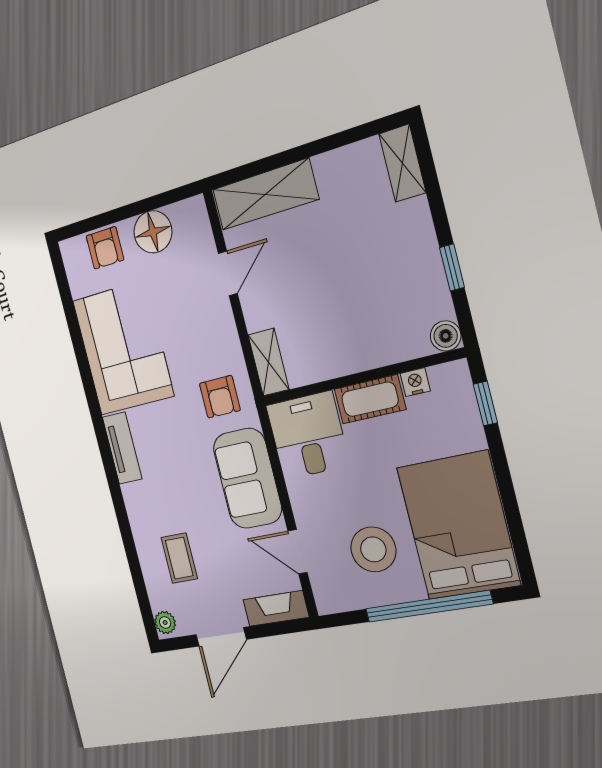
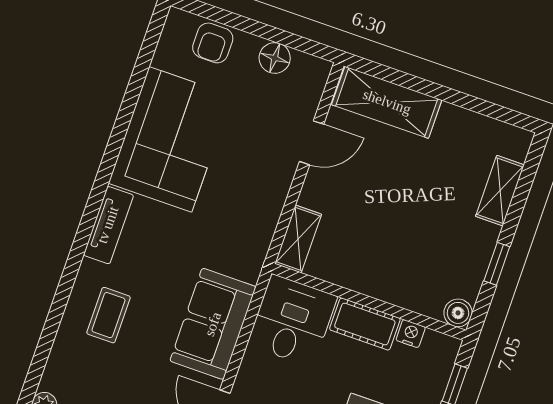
shelving: (402, 163) -> (500, 191), moved
floor lamp: (153, 232) -> (275, 58), width x0.73, depth x0.73
armchair: (220, 397) -> (234, 240), removed
coffee table: (179, 558) -> (109, 315), moved

